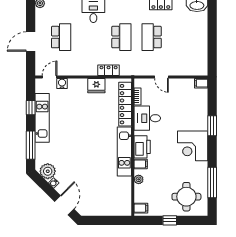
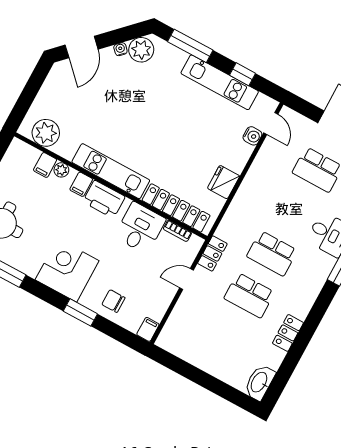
school desk: (152, 37) -> (249, 295), turned 180
locker: (109, 70) -> (212, 253), moved
chair: (196, 111) -> (113, 301), added
plant: (123, 199) -> (46, 133), added
door: (64, 205) -> (82, 47), hinge flipped
filing cabinet: (141, 208) -> (45, 165), moved

